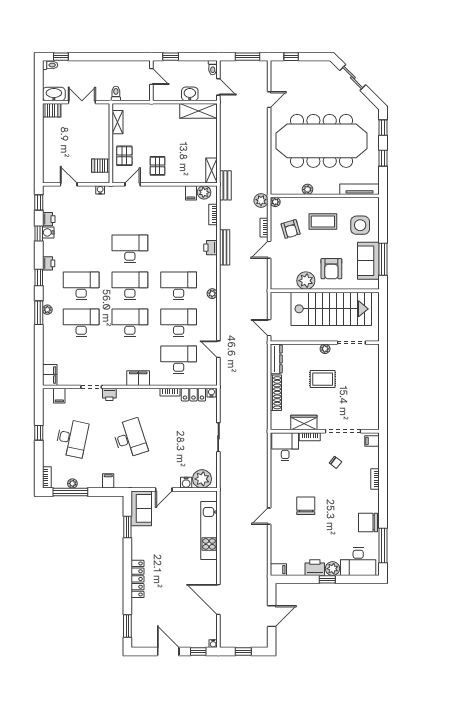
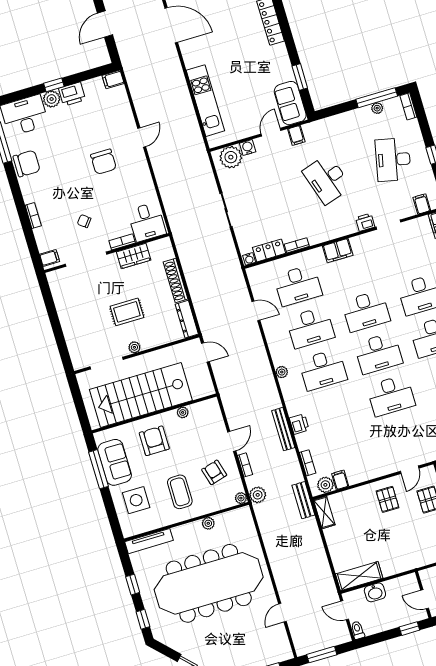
coffee table: (323, 221) -> (180, 492), turned 90
plant: (306, 281) -> (183, 412), width x0.53, depth x0.53
filing cabinet: (108, 481) -> (296, 135), moved

